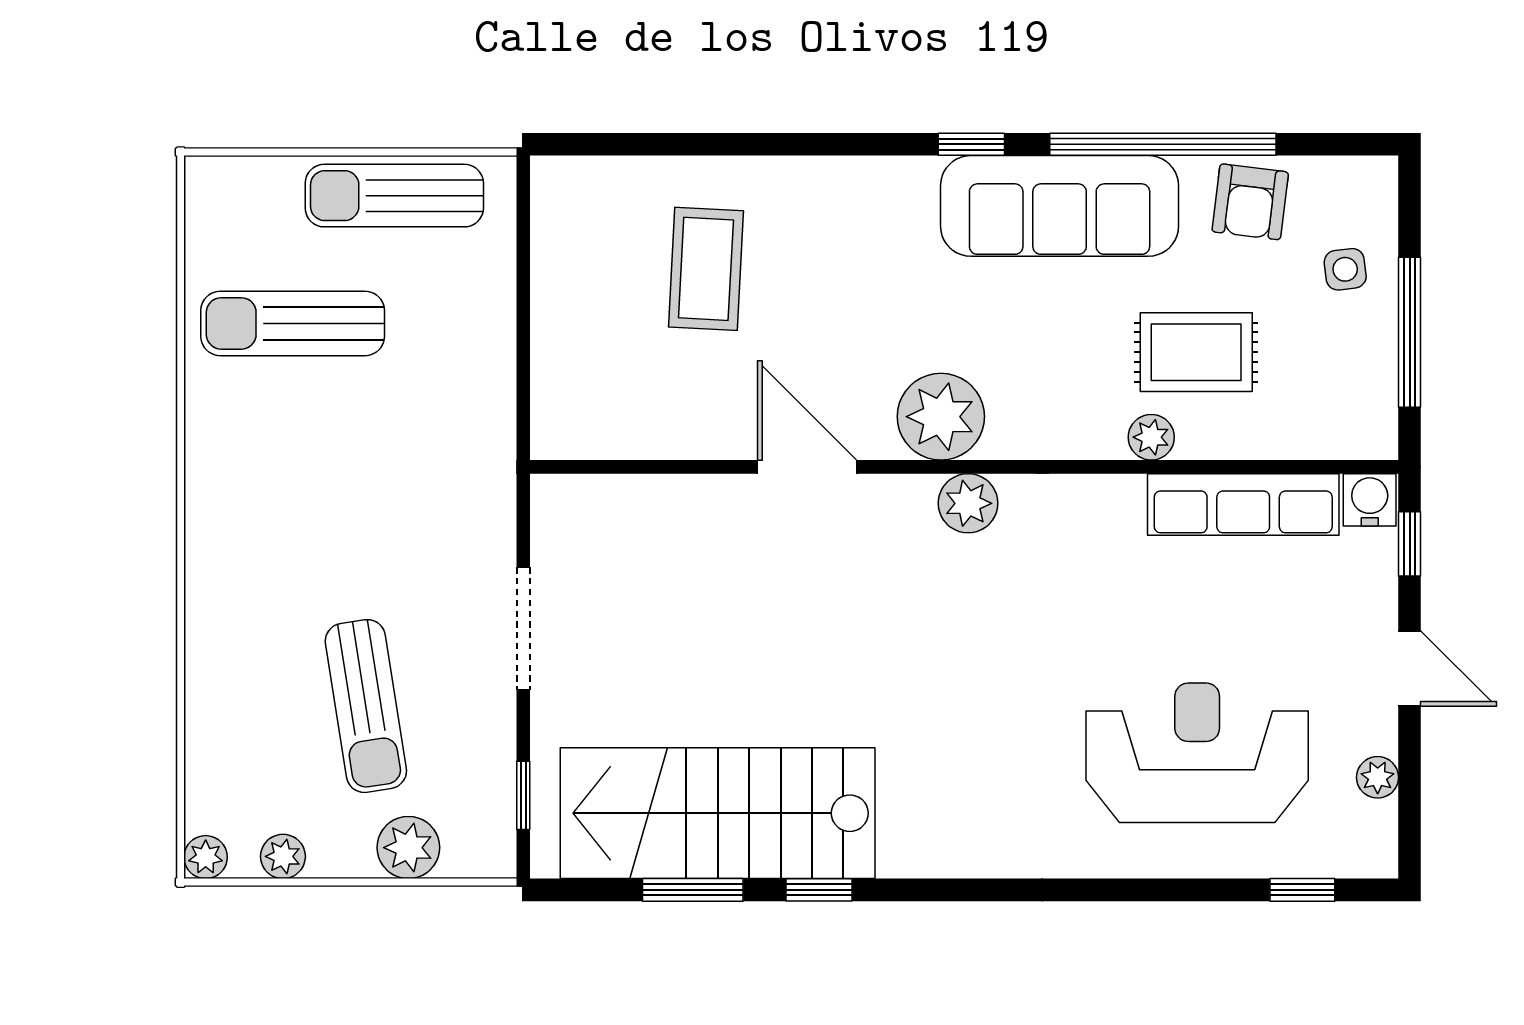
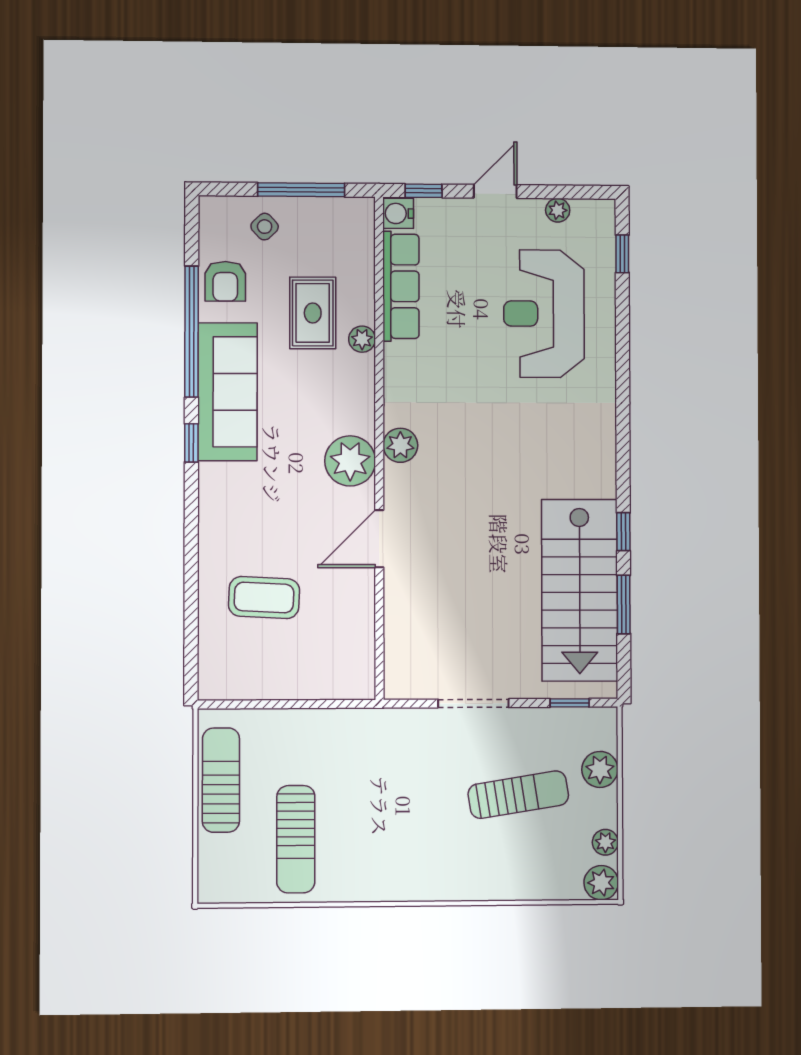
sun lounger: (394, 196) -> (221, 780), turned 180
armchair: (1250, 202) -> (225, 281), turned 83
side table: (1345, 269) -> (265, 227), turned -36
plant: (206, 857) -> (601, 883), width x1.38, depth x1.38

